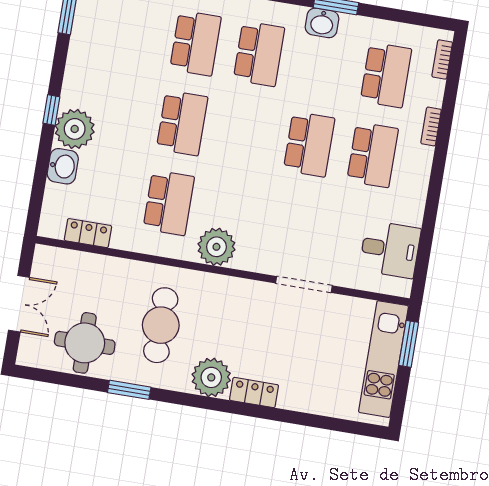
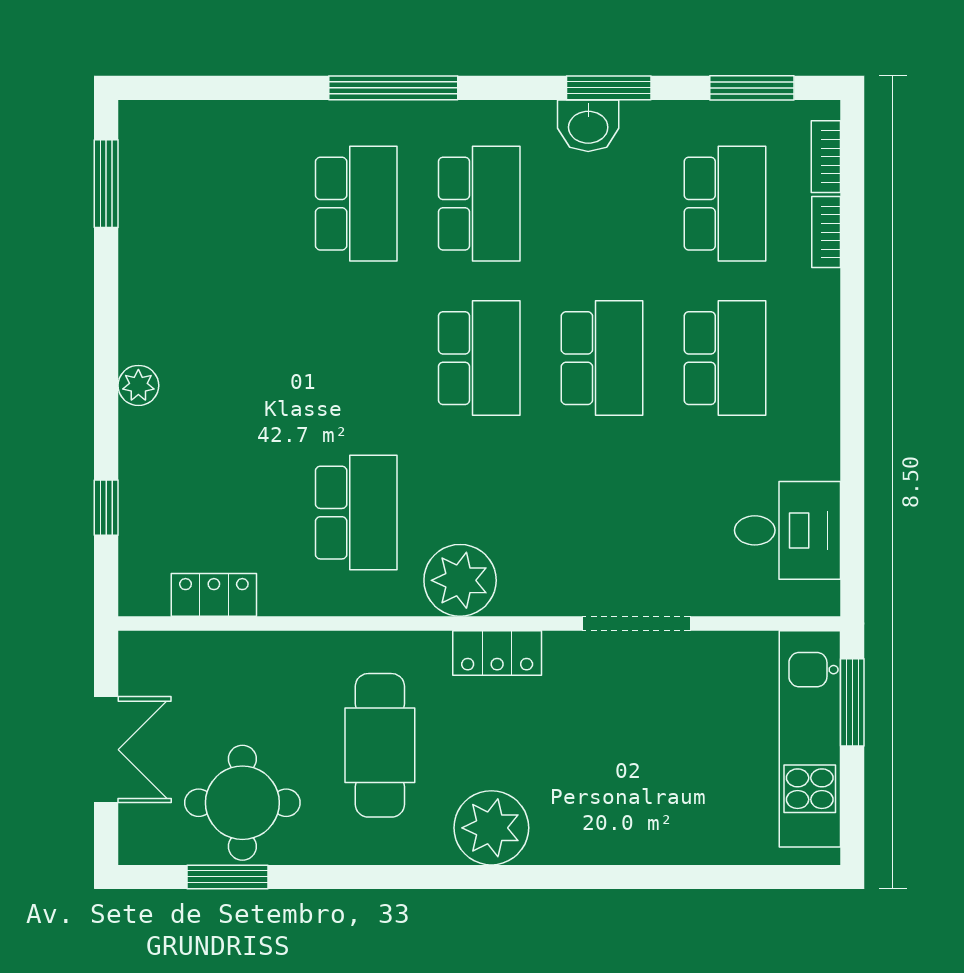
window: (410, 18) -> (752, 88), added
window: (51, 110) -> (106, 508), moved
school desk: (182, 123) -> (479, 358), moved
bookcase: (431, 126) -> (826, 232), moved
plant: (75, 129) -> (138, 385), width x0.53, depth x0.53
washbasin: (63, 166) -> (145, 477), removed
window: (129, 390) -> (228, 877), moved
locker: (254, 393) -> (497, 653), moved, turned 180

